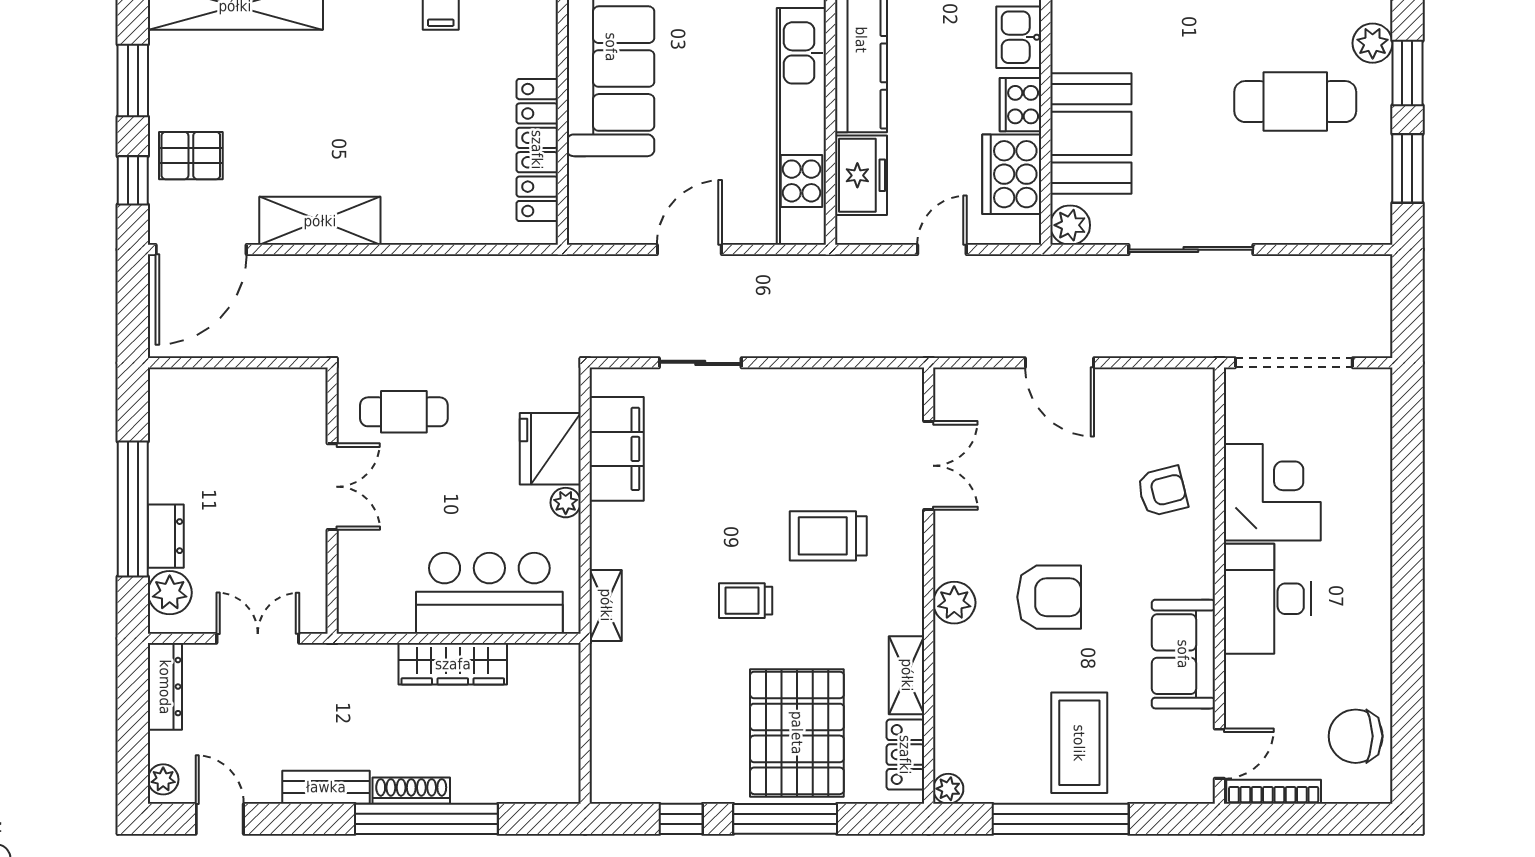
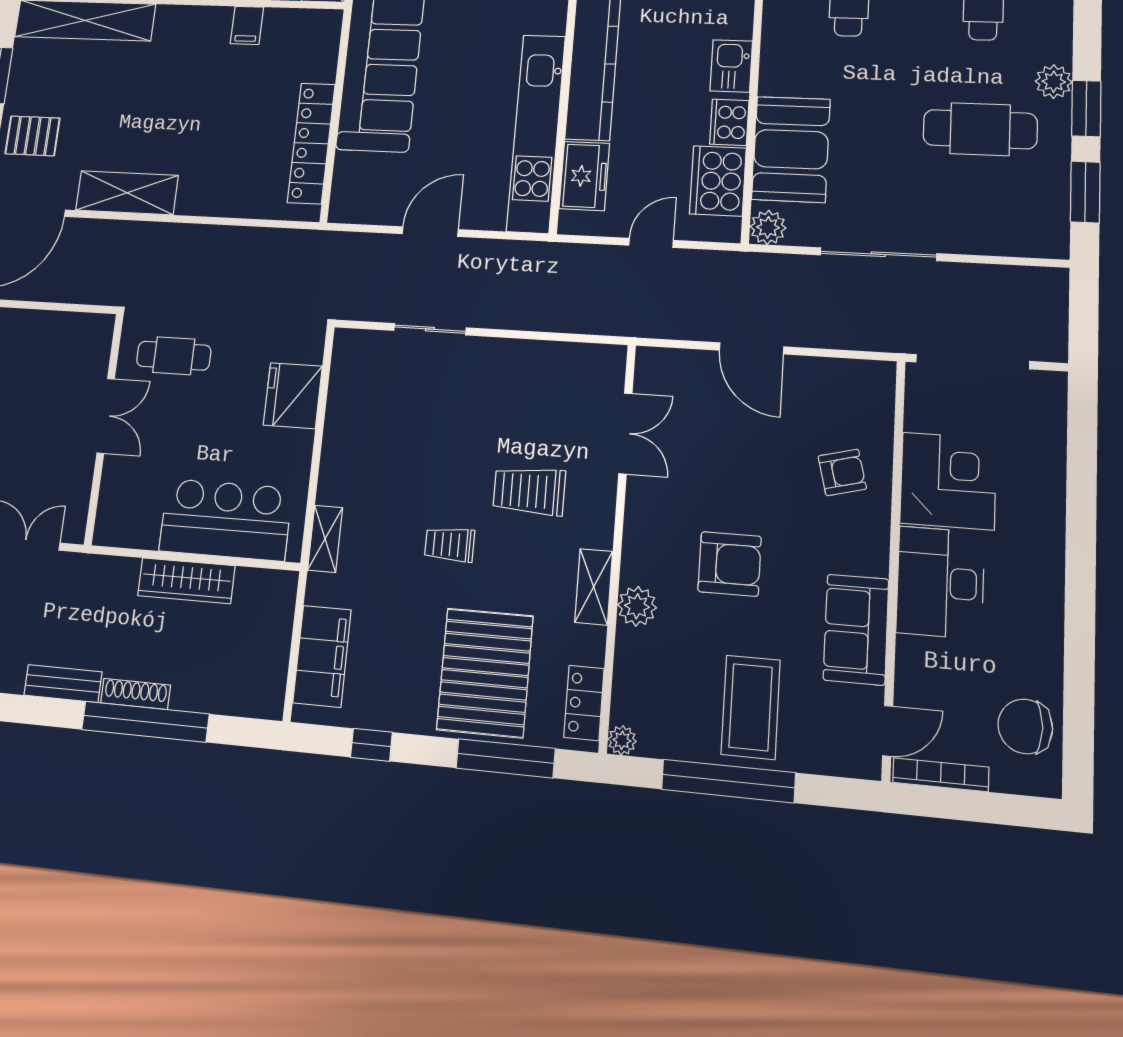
filing cabinet: (617, 449) -> (322, 656), moved
plant: (566, 503) -> (301, 444), removed
plant: (954, 603) -> (637, 606), moved
shelving: (907, 675) -> (594, 587), moved
window: (785, 819) -> (506, 758), moved

